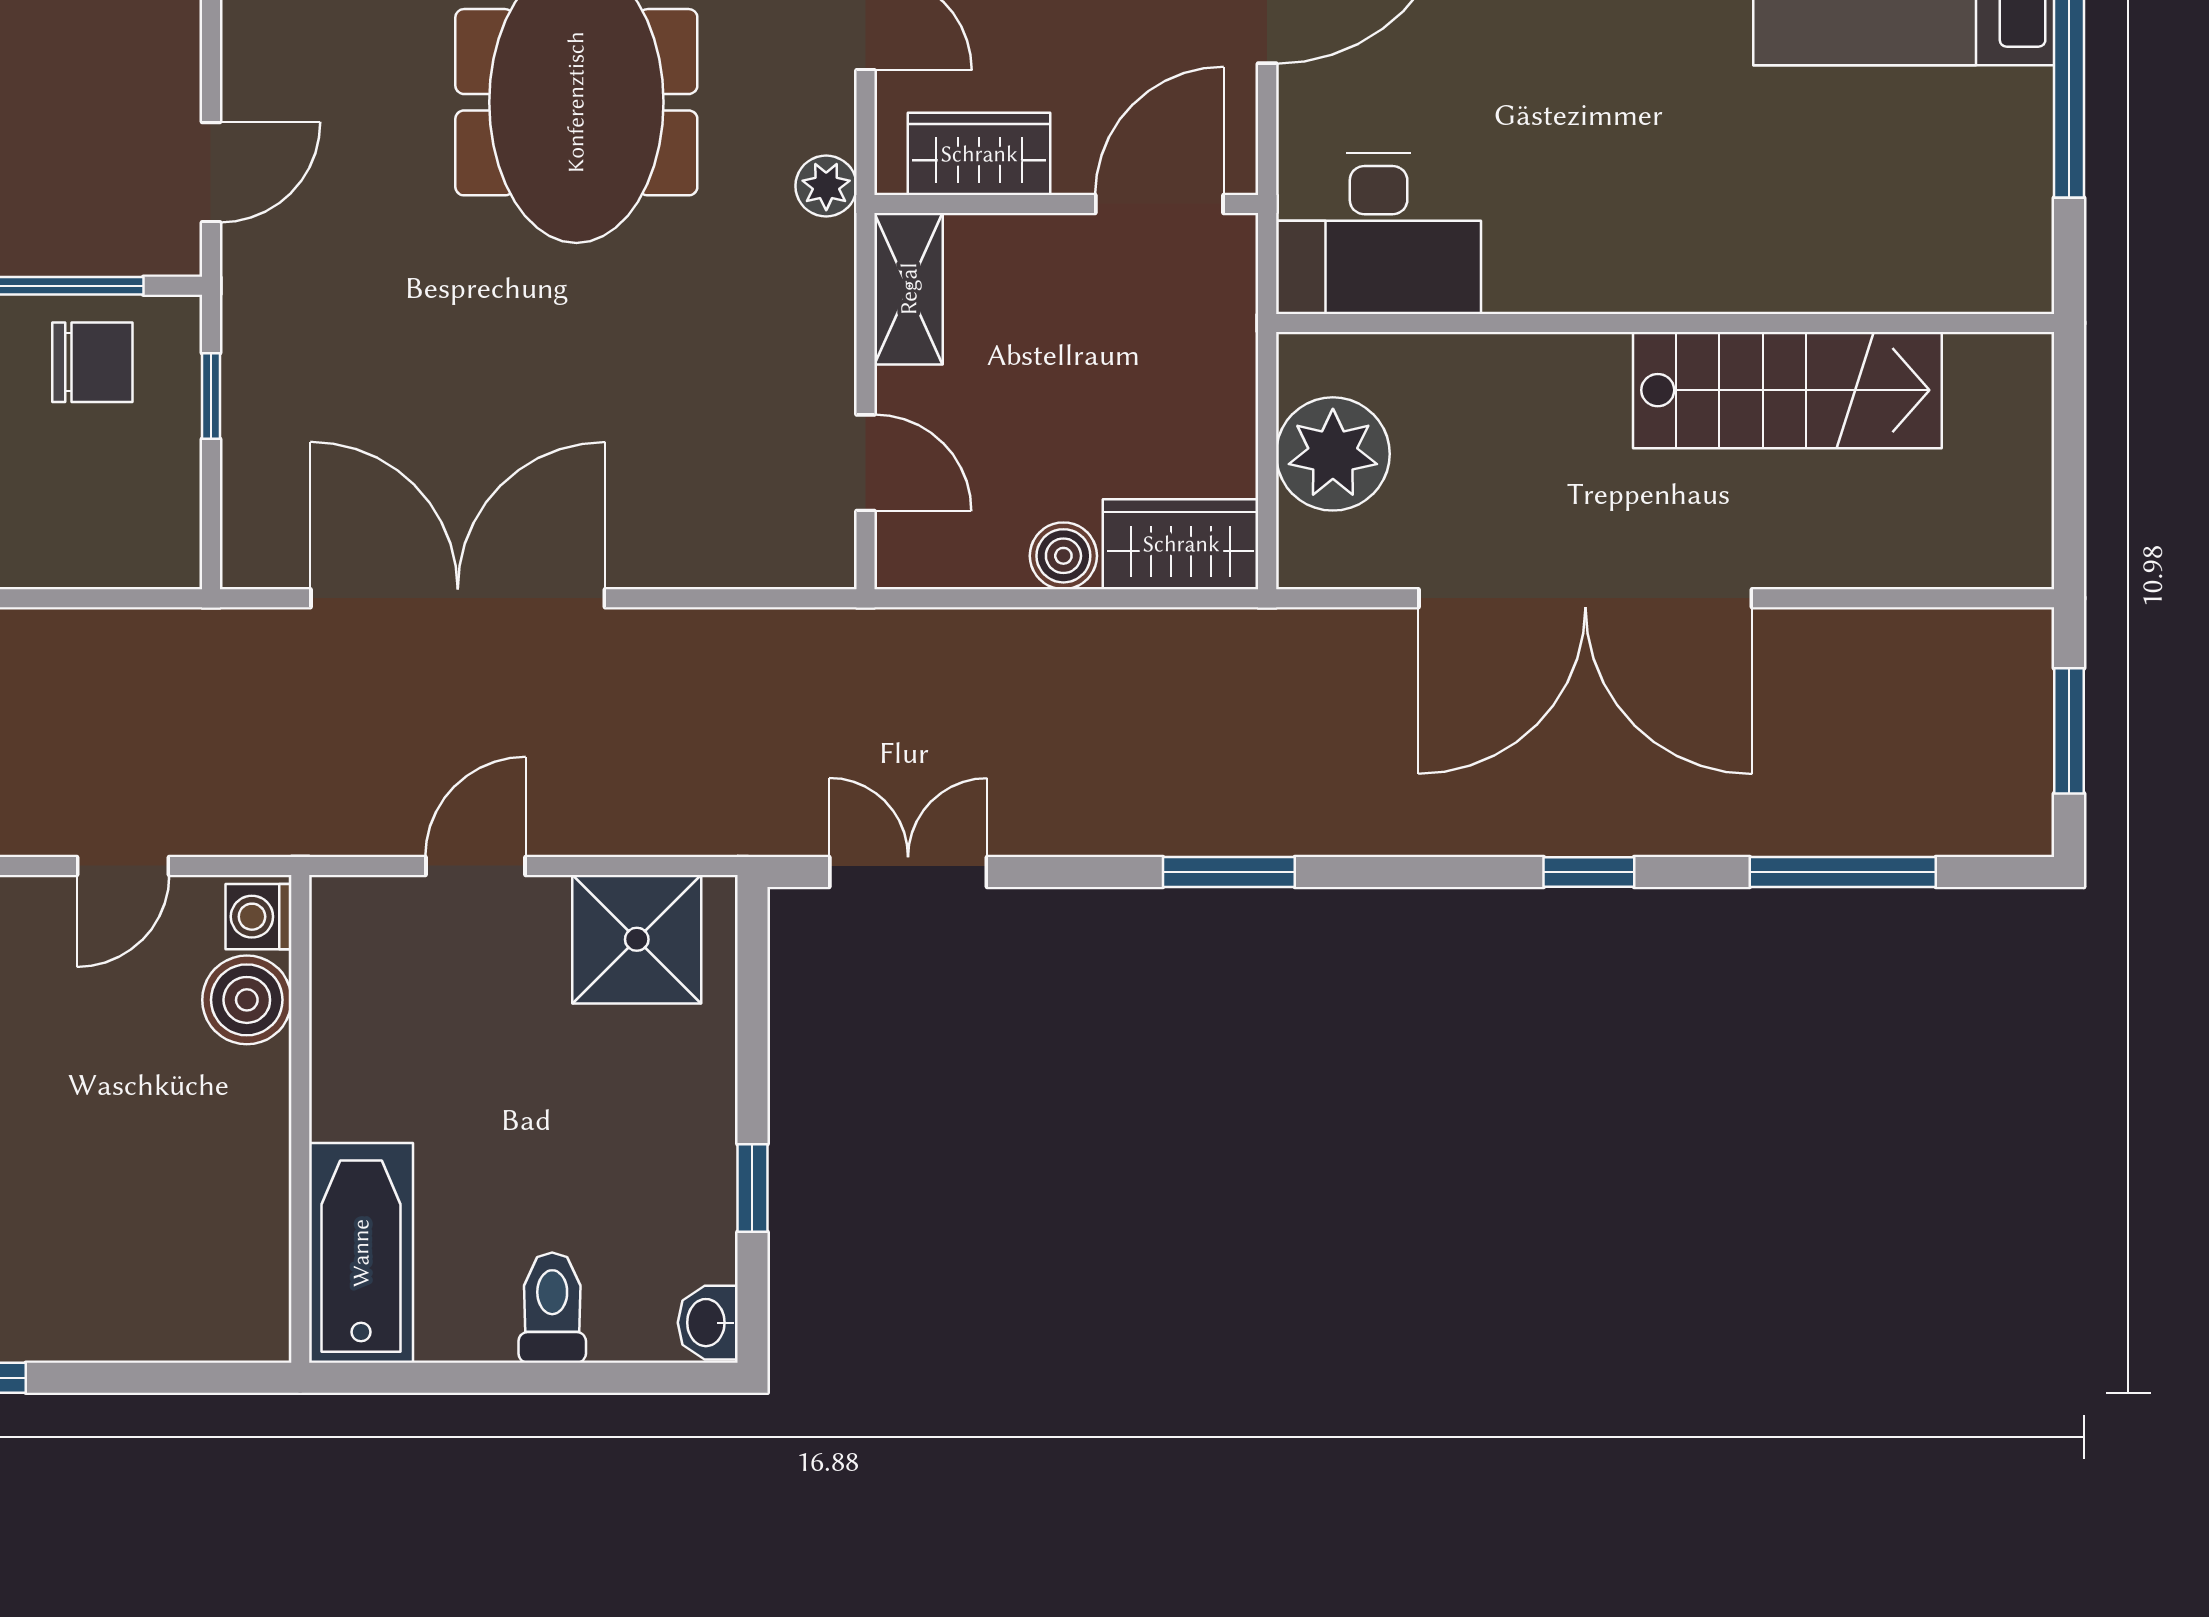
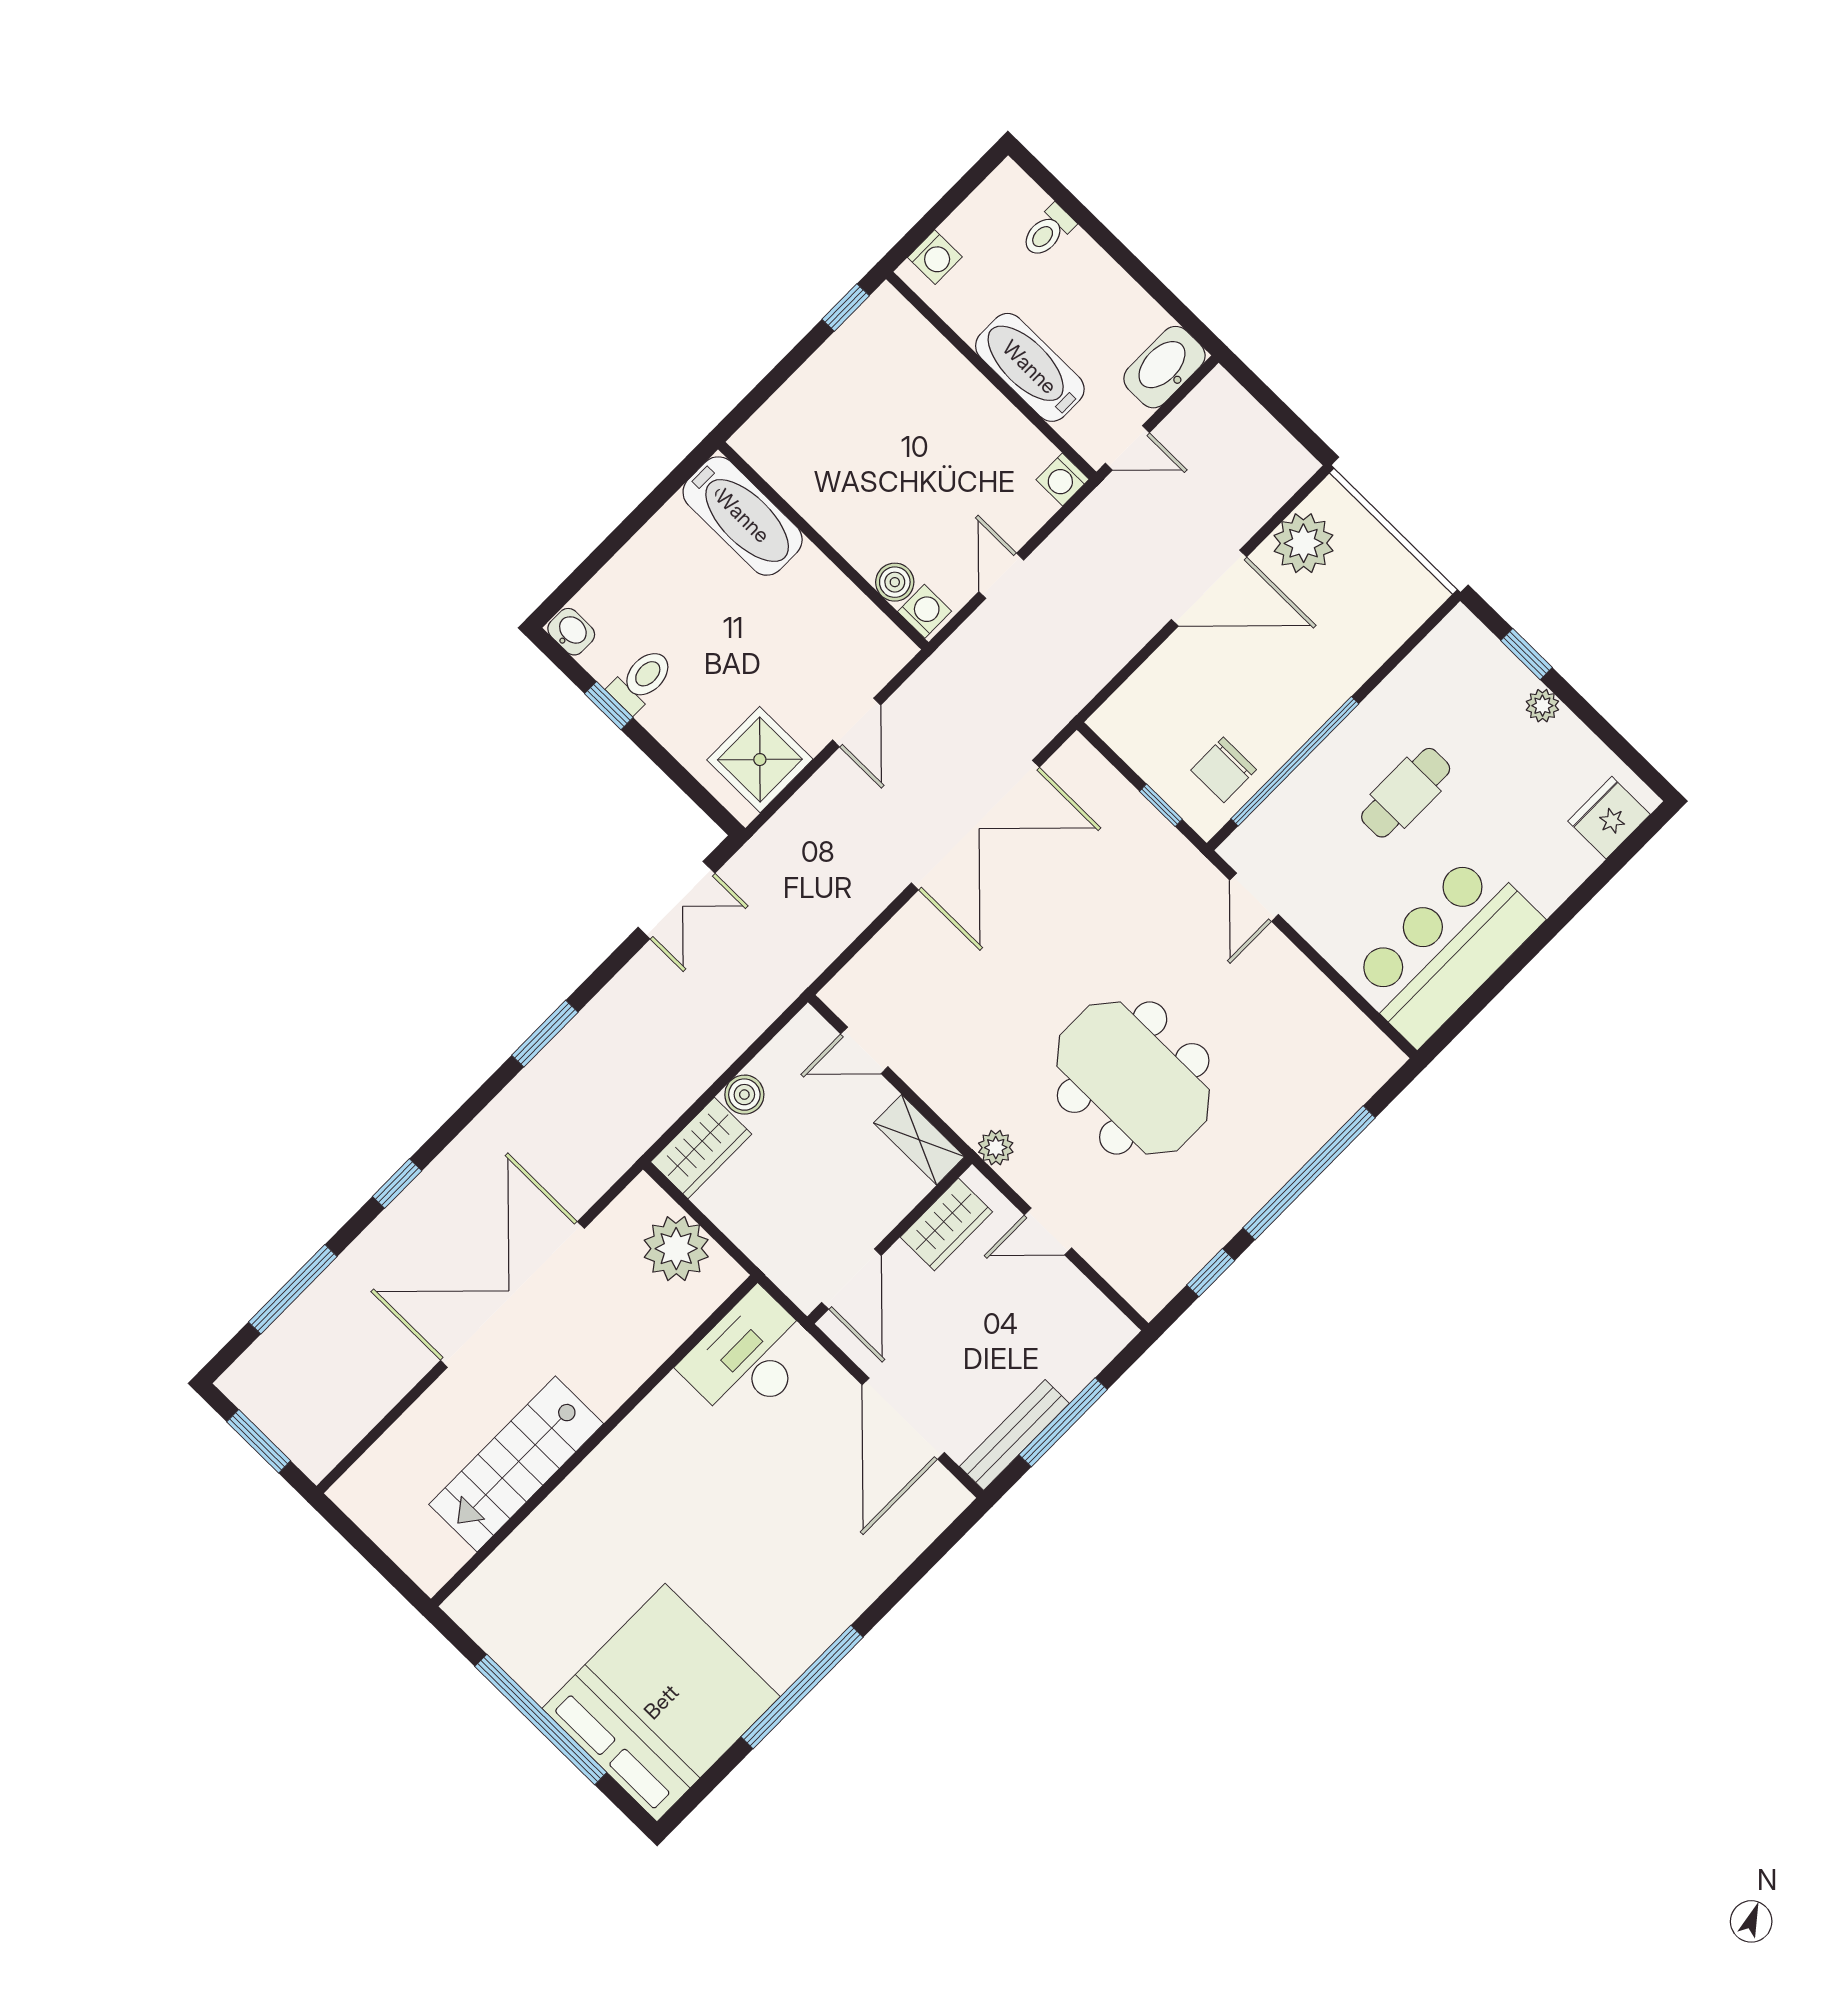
boiler: (247, 1000) -> (895, 582), width x0.73, depth x0.73
toilet: (552, 1308) -> (641, 680), moved, turned -90

